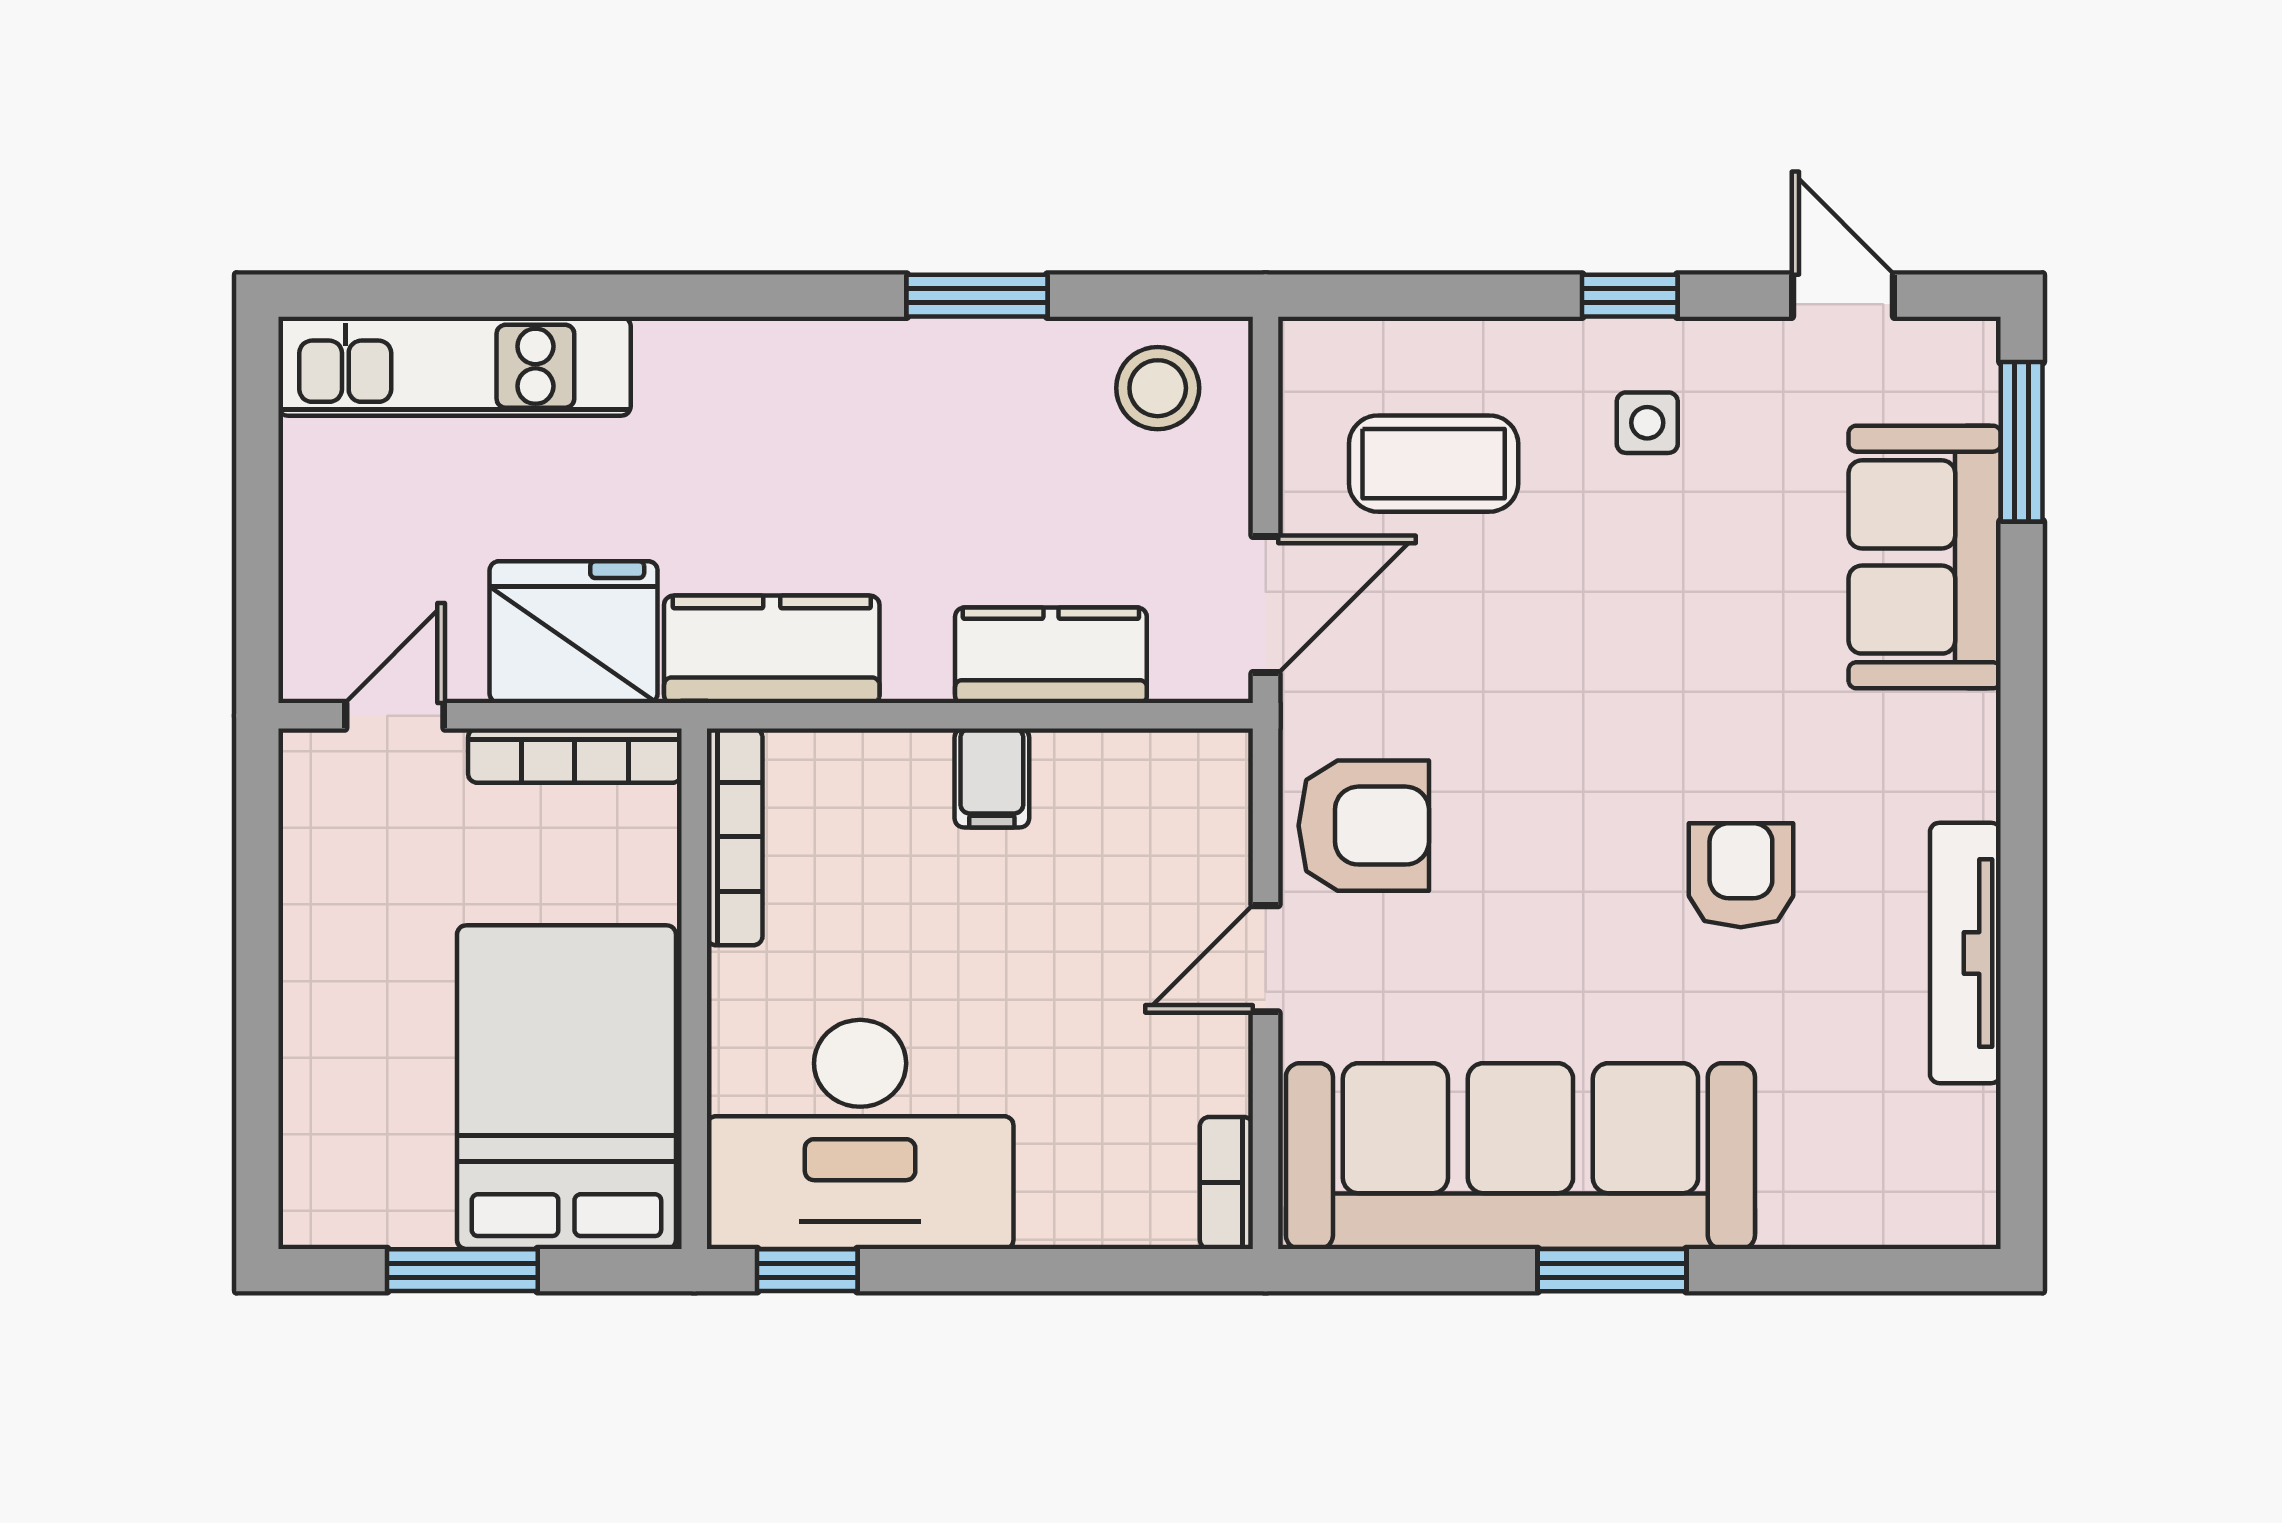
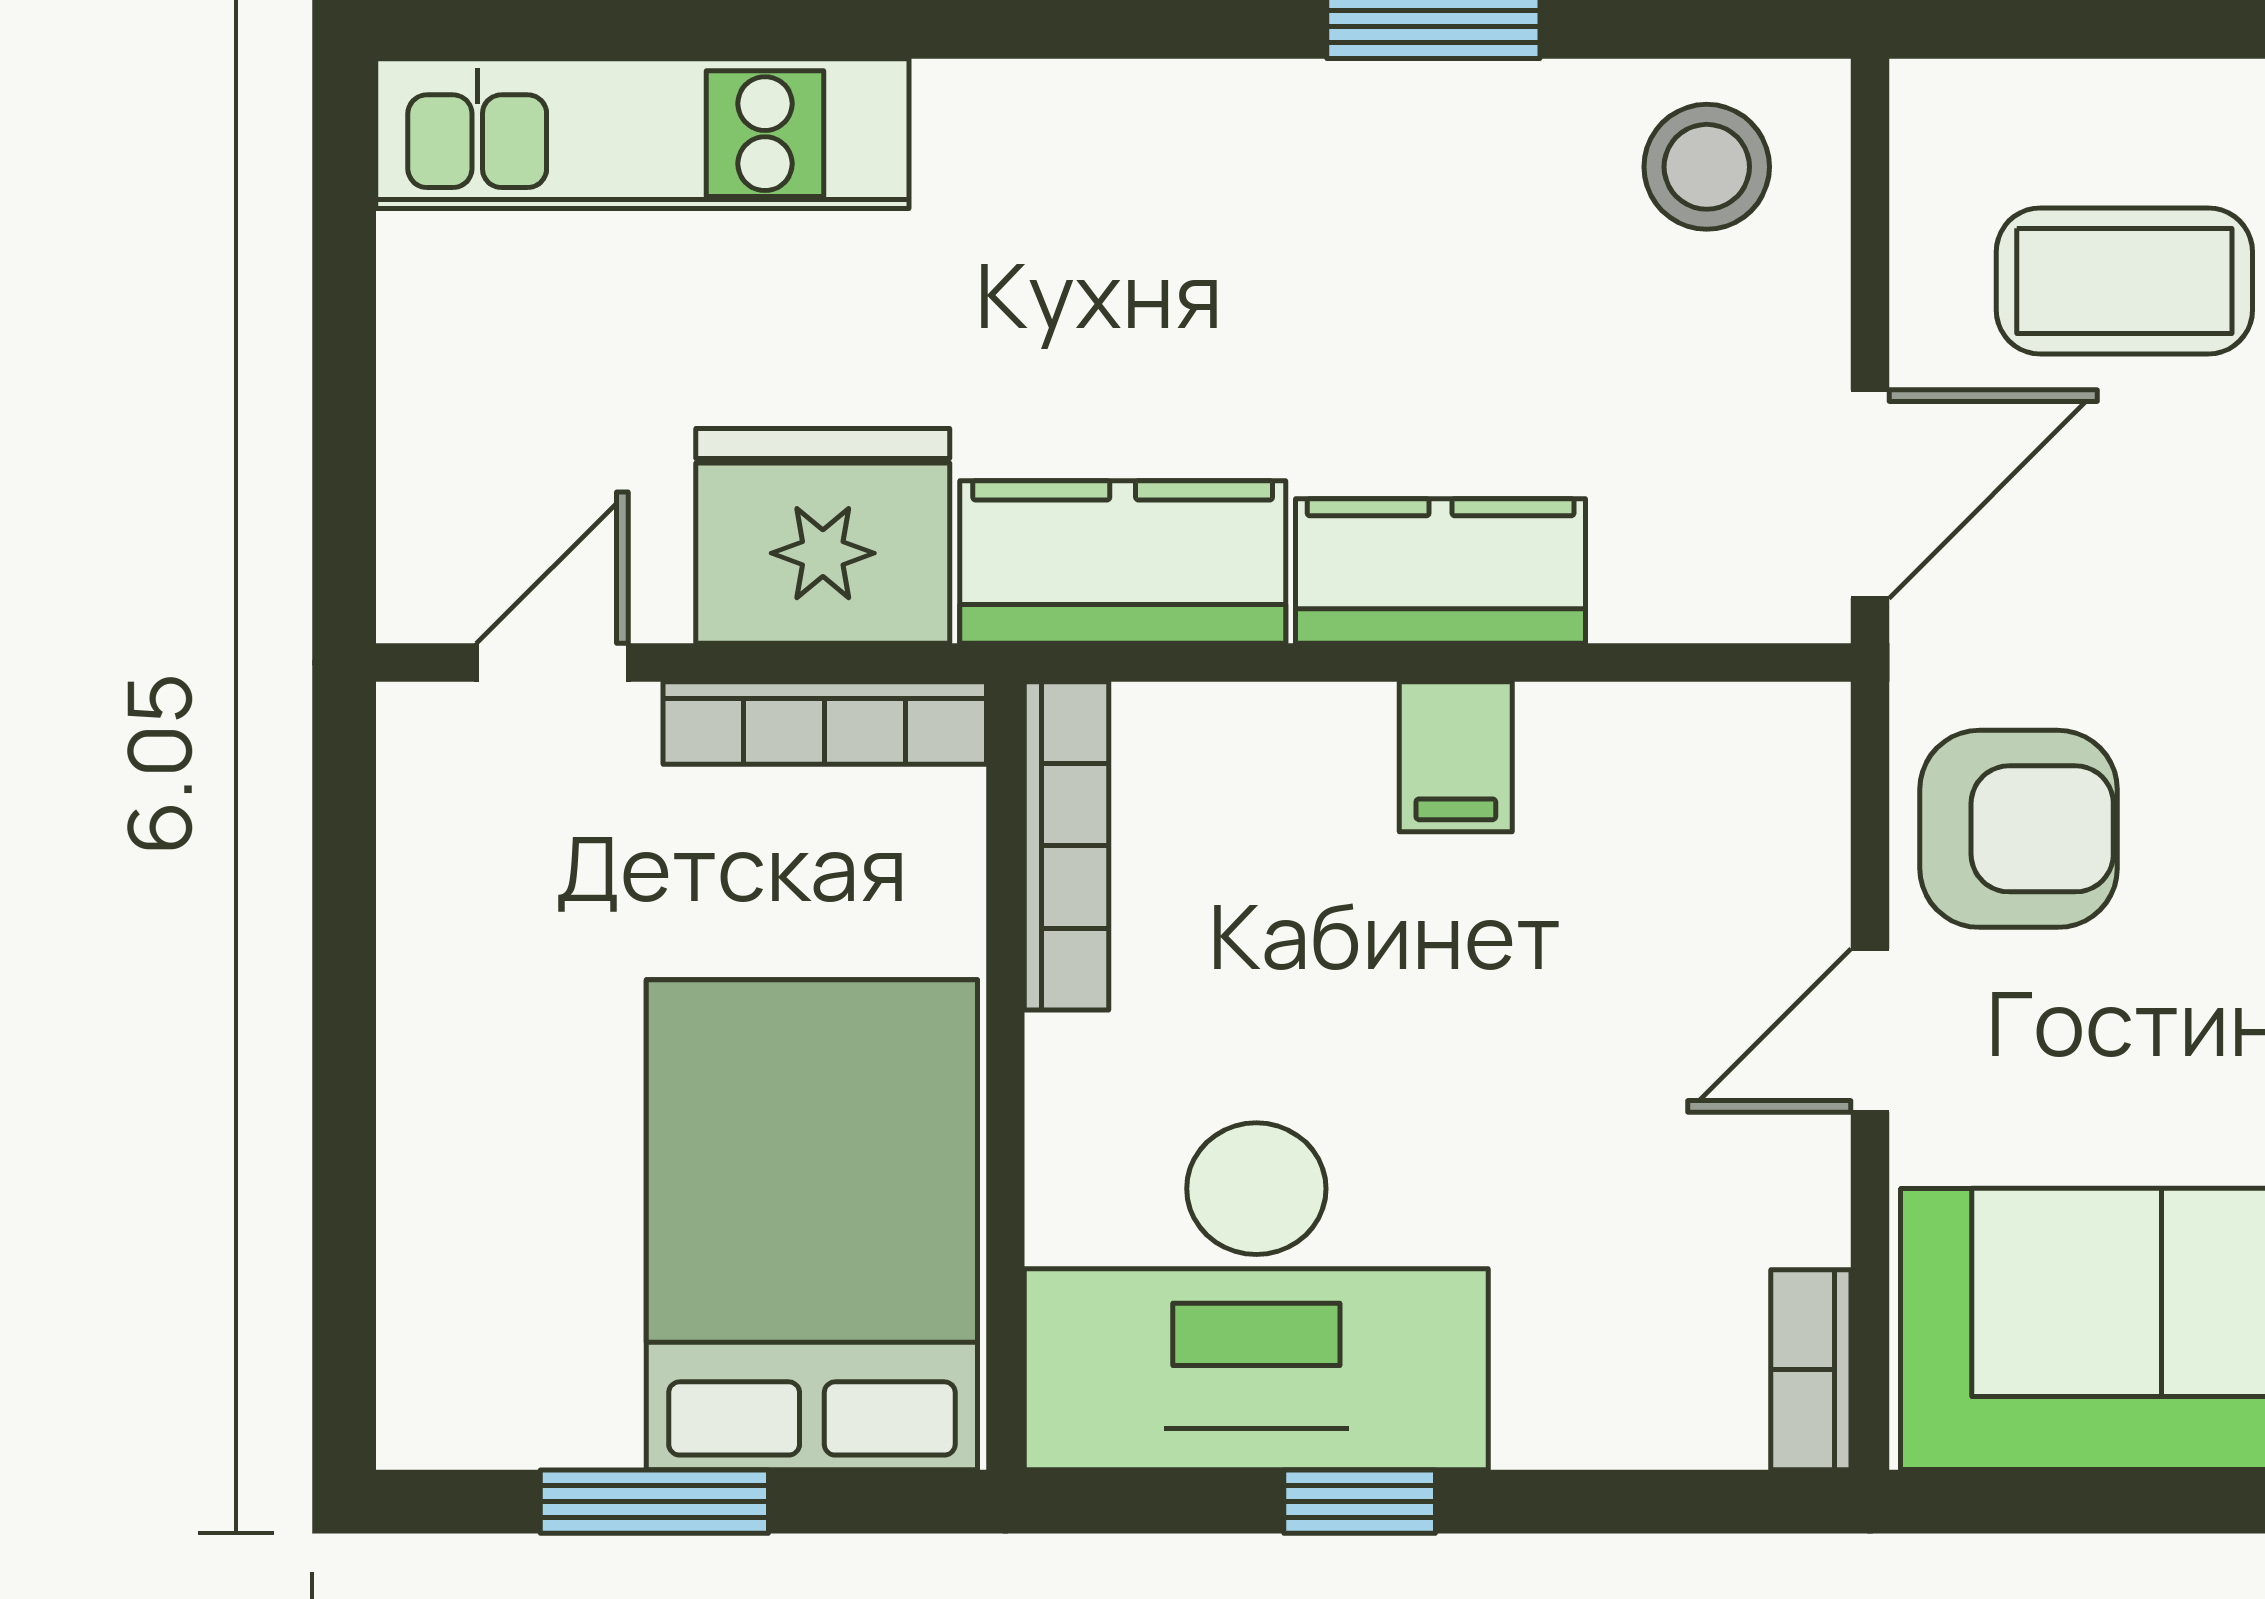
kitchen counter: (1051, 655) -> (1441, 571), moved
window: (807, 1270) -> (1360, 1502), moved

